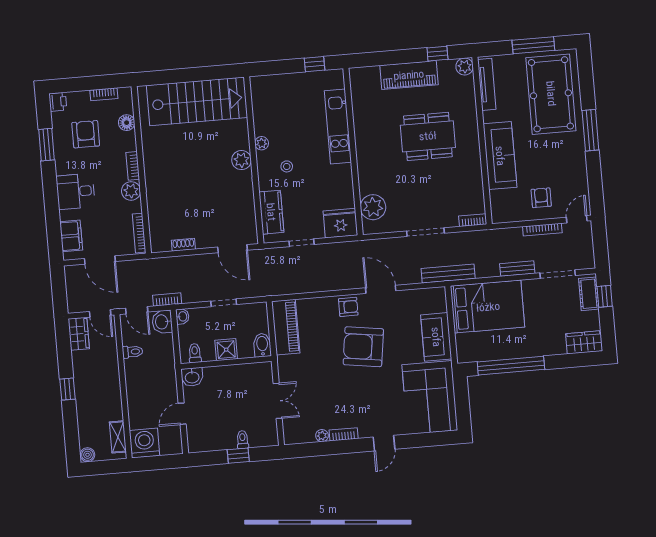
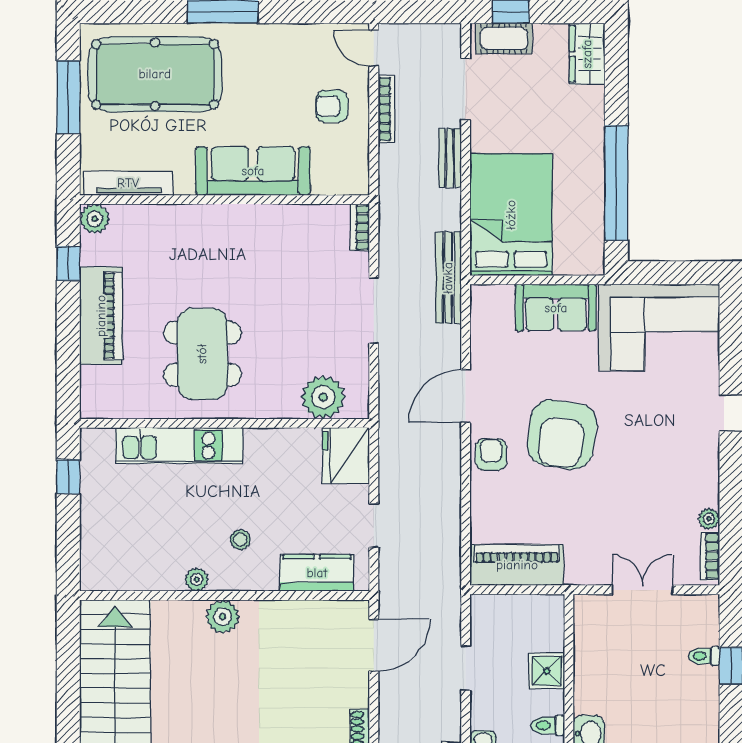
dining table: (428, 136) -> (202, 354), moved
bidet: (262, 345) -> (544, 608), removed
bookcase: (344, 434) -> (710, 556), moved

